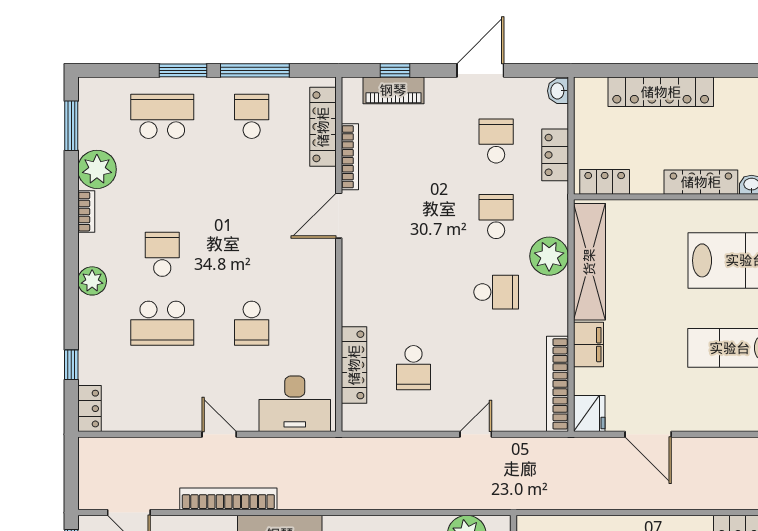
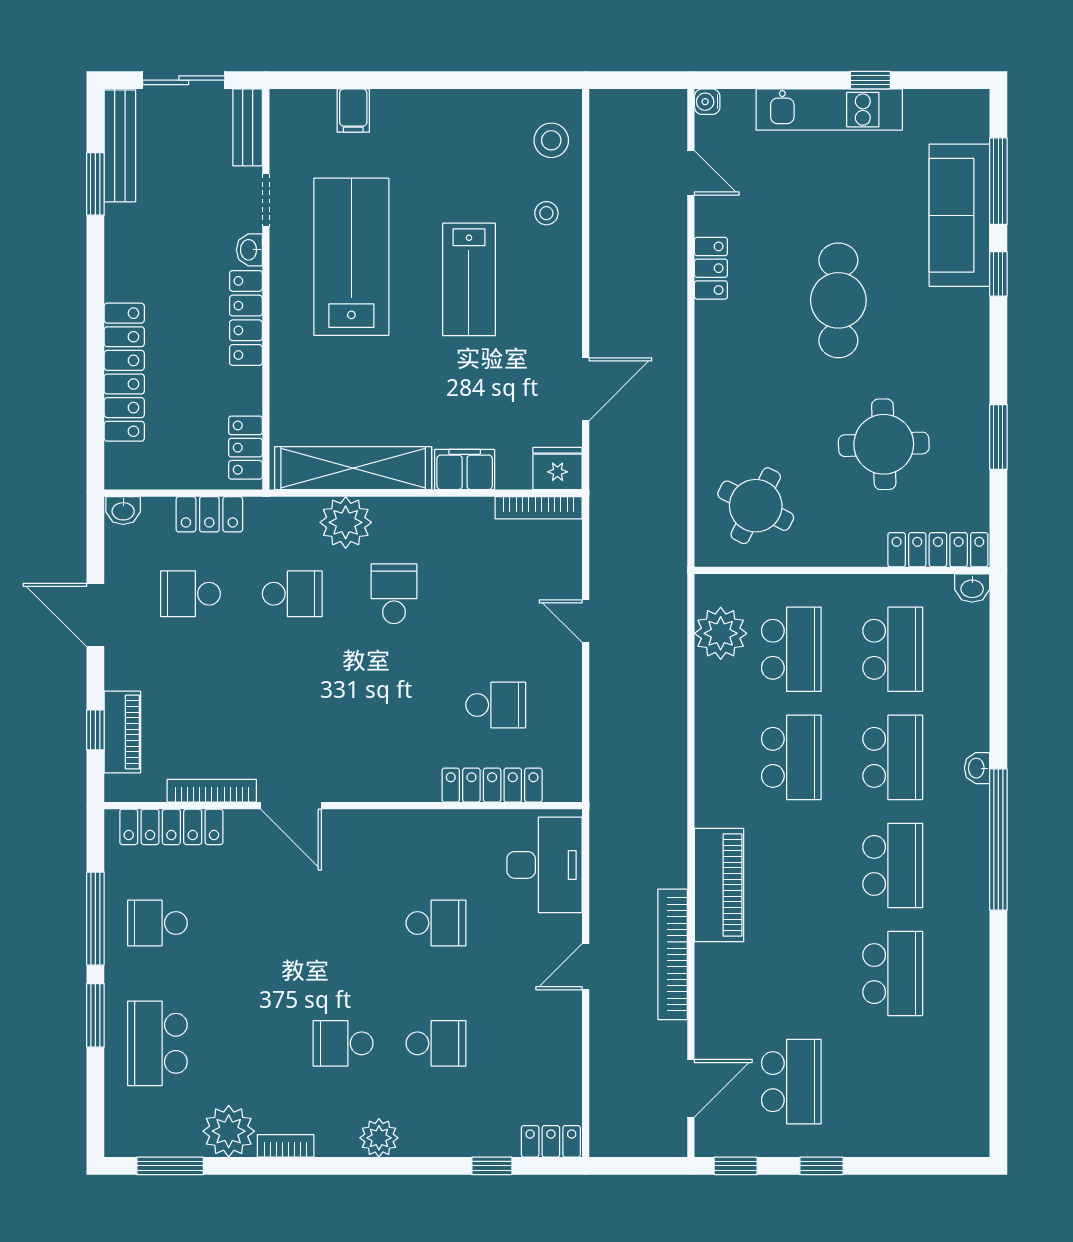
school desk: (496, 217) -> (292, 594), turned 180
school desk: (162, 323) -> (436, 1043), width x0.54
bookcase: (557, 384) -> (539, 508), width x0.68, depth x0.76

